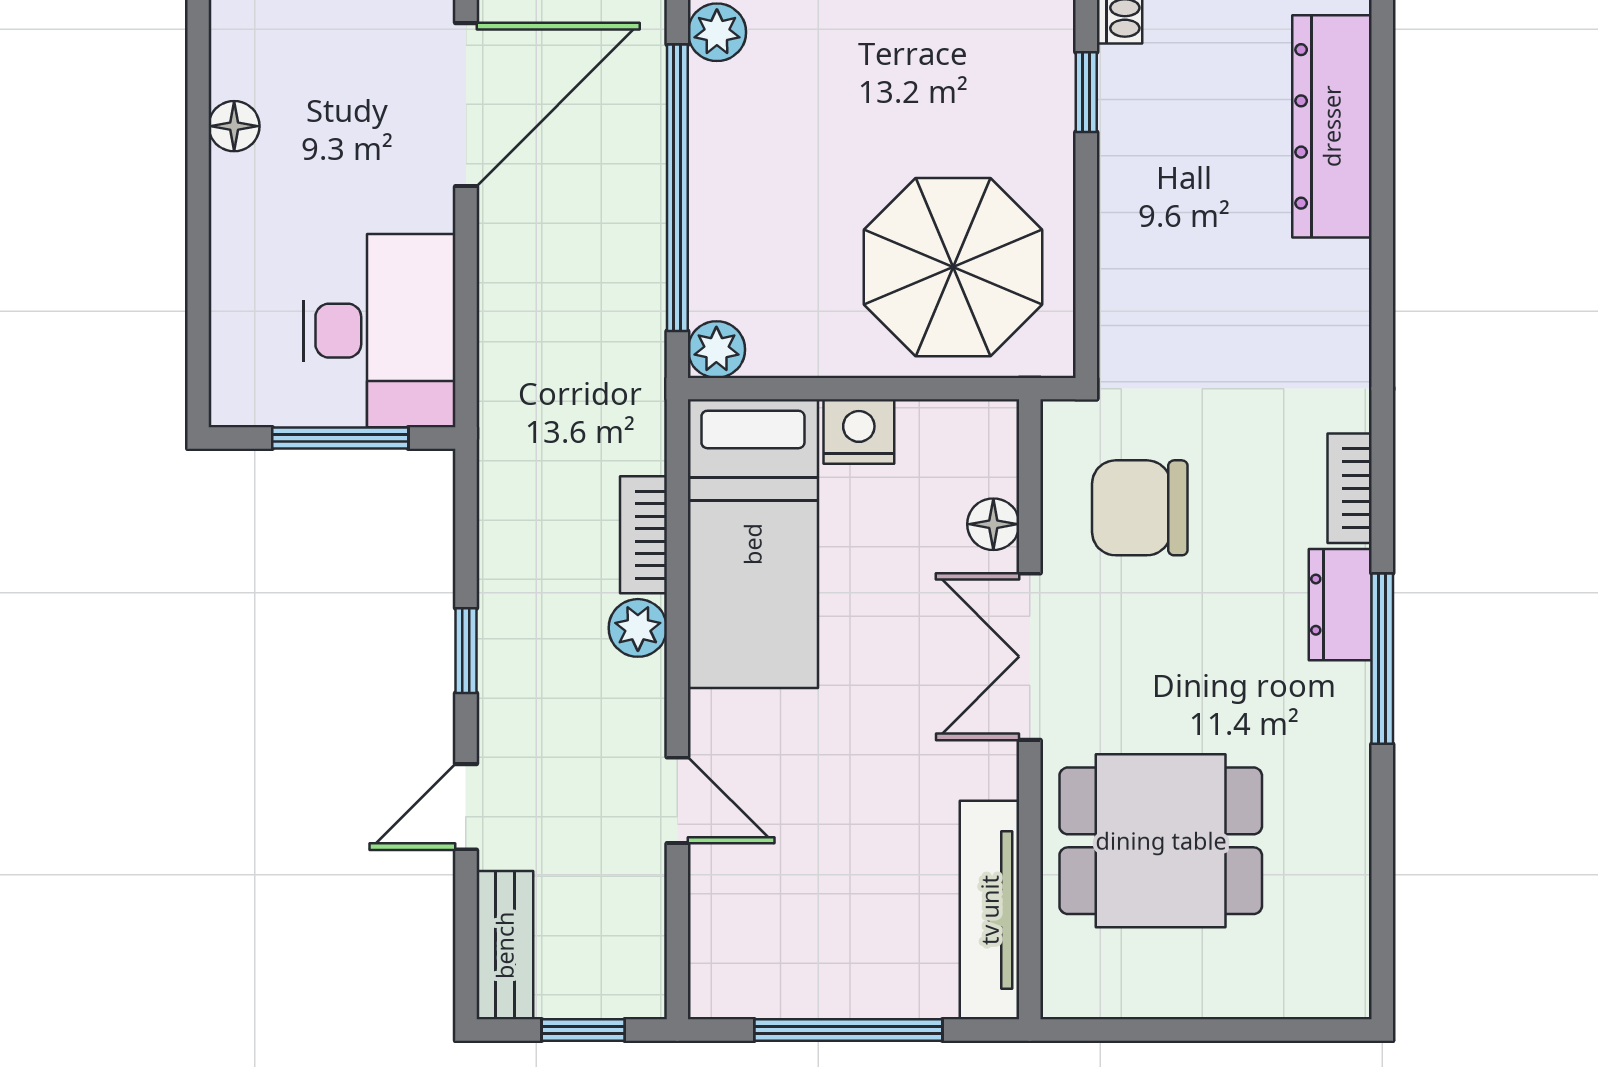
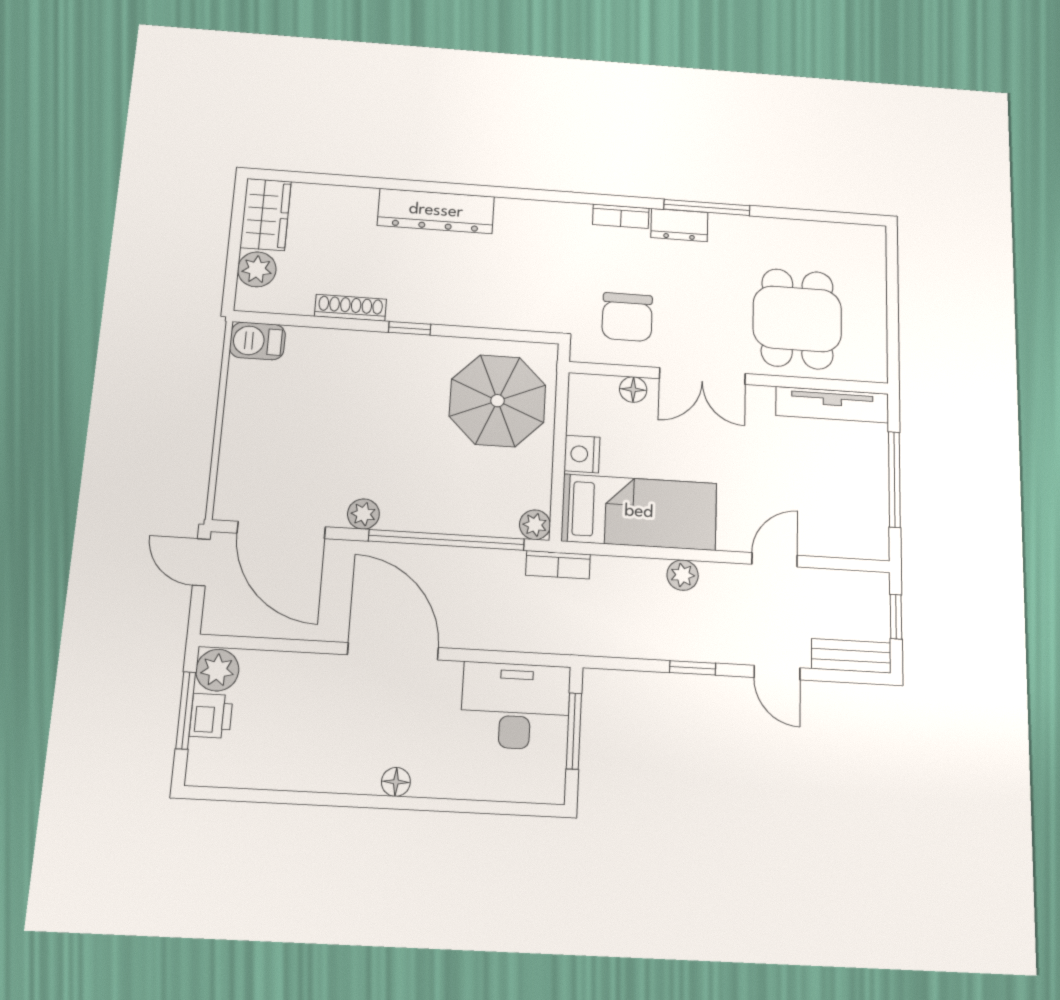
bookcase: (643, 535) -> (558, 565), moved

